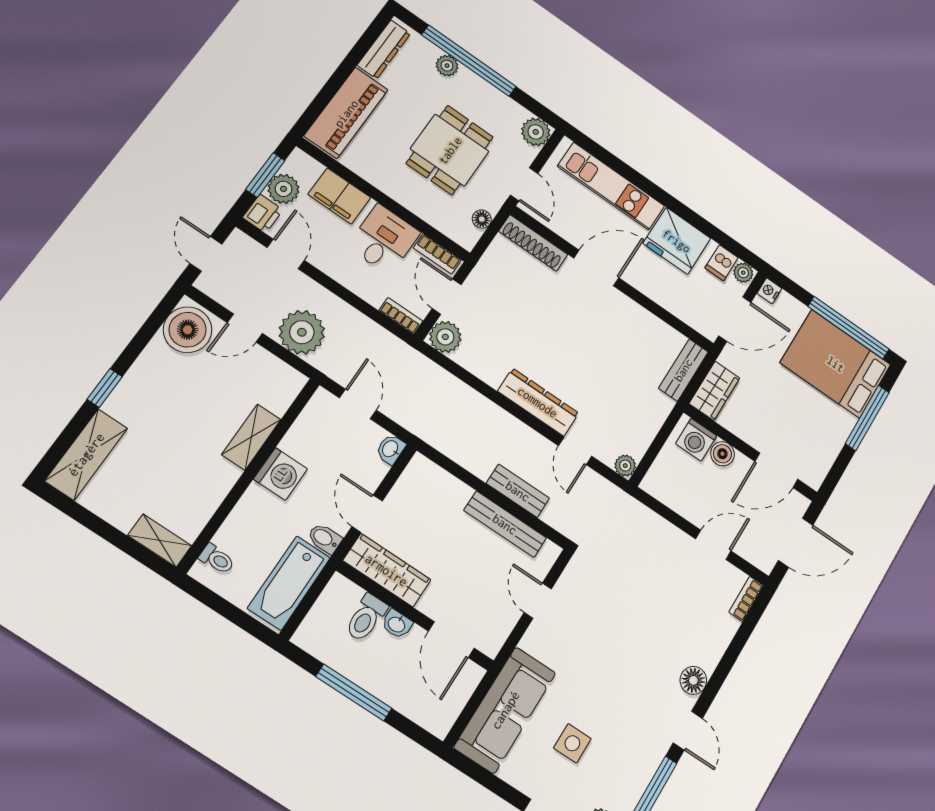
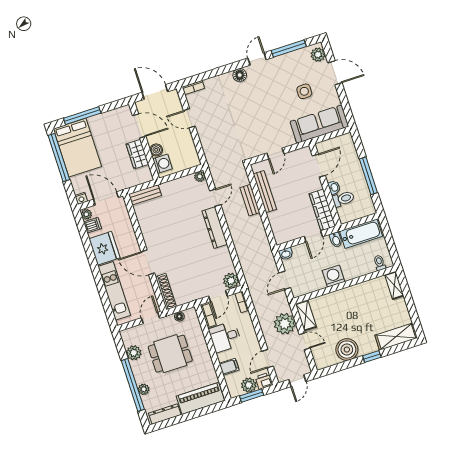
plant: (536, 132) -> (134, 353), moved
filing cabinet: (339, 196) -> (229, 367), width x0.50
boiler: (188, 330) -> (347, 350), moved
wardrobe: (714, 391) -> (137, 154), moved, turned -90
shelving: (251, 437) -> (306, 315), moved, turned 90

